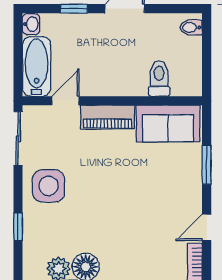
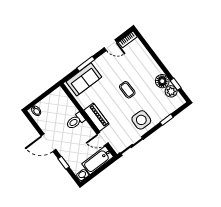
toilet: (159, 78) -> (75, 121), moved
sofa: (168, 123) -> (84, 79), moved, turned 90
coffee table: (114, 200) -> (127, 90), added

